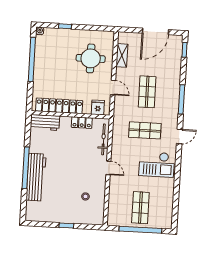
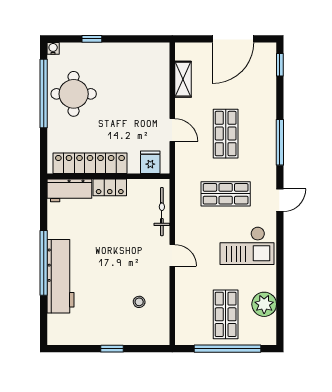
round table: (91, 58) -> (74, 94), moved
locker: (82, 123) -> (110, 187), moved
plant: (166, 203) -> (264, 304), added

